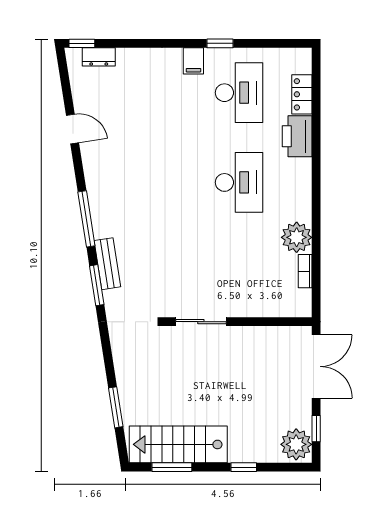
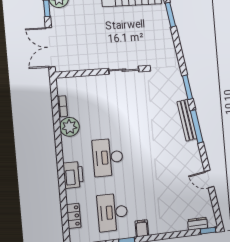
printer: (297, 136) -> (73, 175), moved
bench: (107, 264) -> (187, 120), moved, width x1.36

